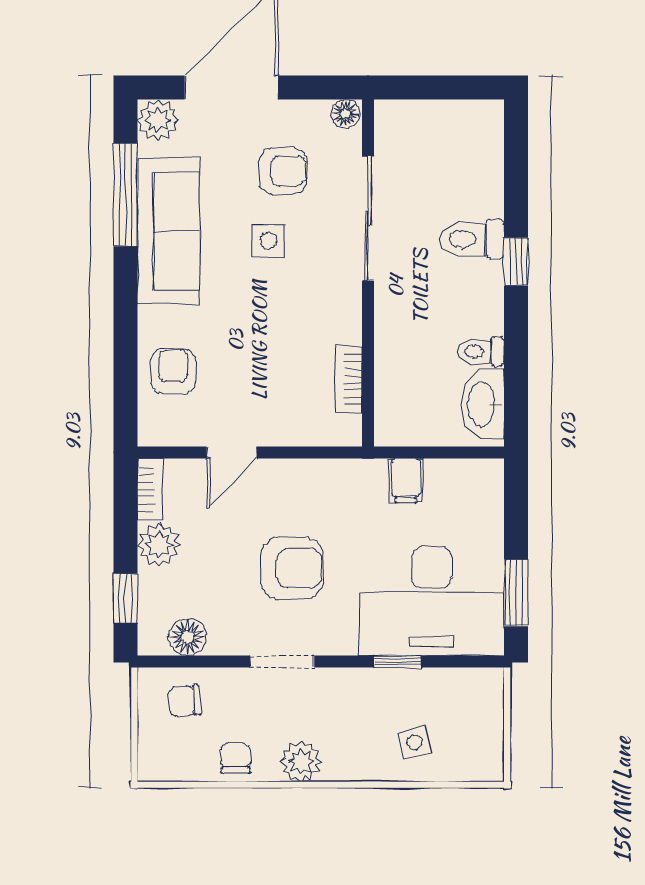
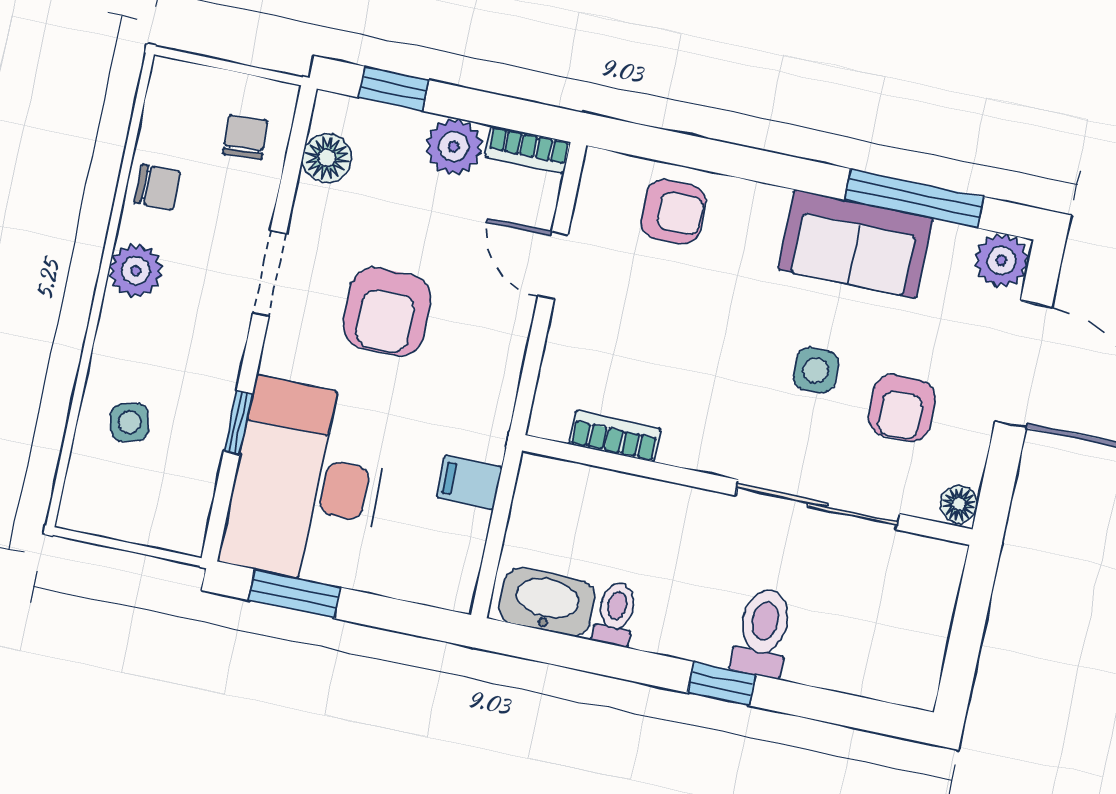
sofa: (168, 231) -> (855, 244), width x0.73

